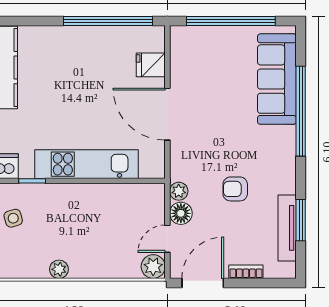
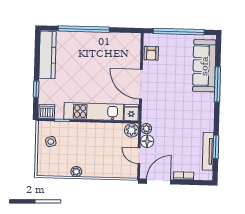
window: (108, 21) -> (84, 29), moved
fridge: (151, 65) -> (131, 113), moved, turned 90
window: (301, 111) -> (217, 84), width x0.68
armchair: (235, 189) -> (151, 53), moved, turned -90
door: (167, 239) -> (139, 156), hinge flipped
plant: (153, 267) -> (132, 130), moved

